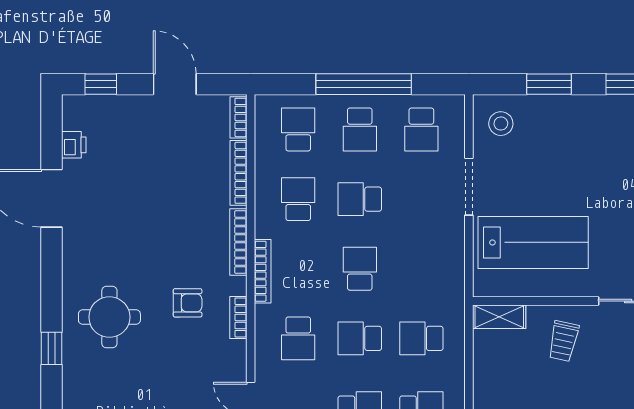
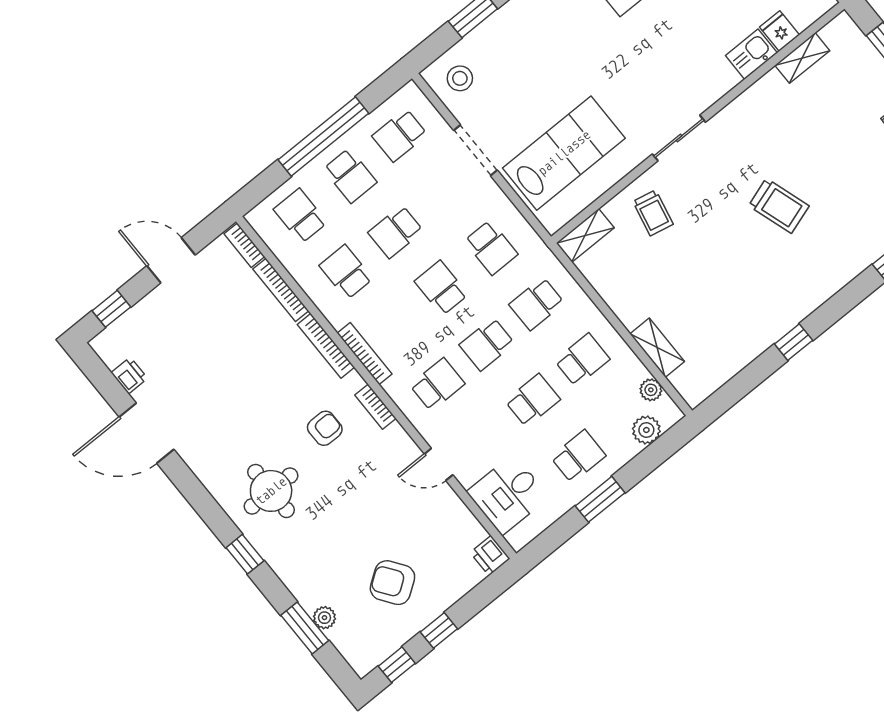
school desk: (421, 129) -> (400, 135), turned 90
school desk: (421, 269) -> (491, 248), added
school desk: (298, 338) -> (437, 384), turned -90

